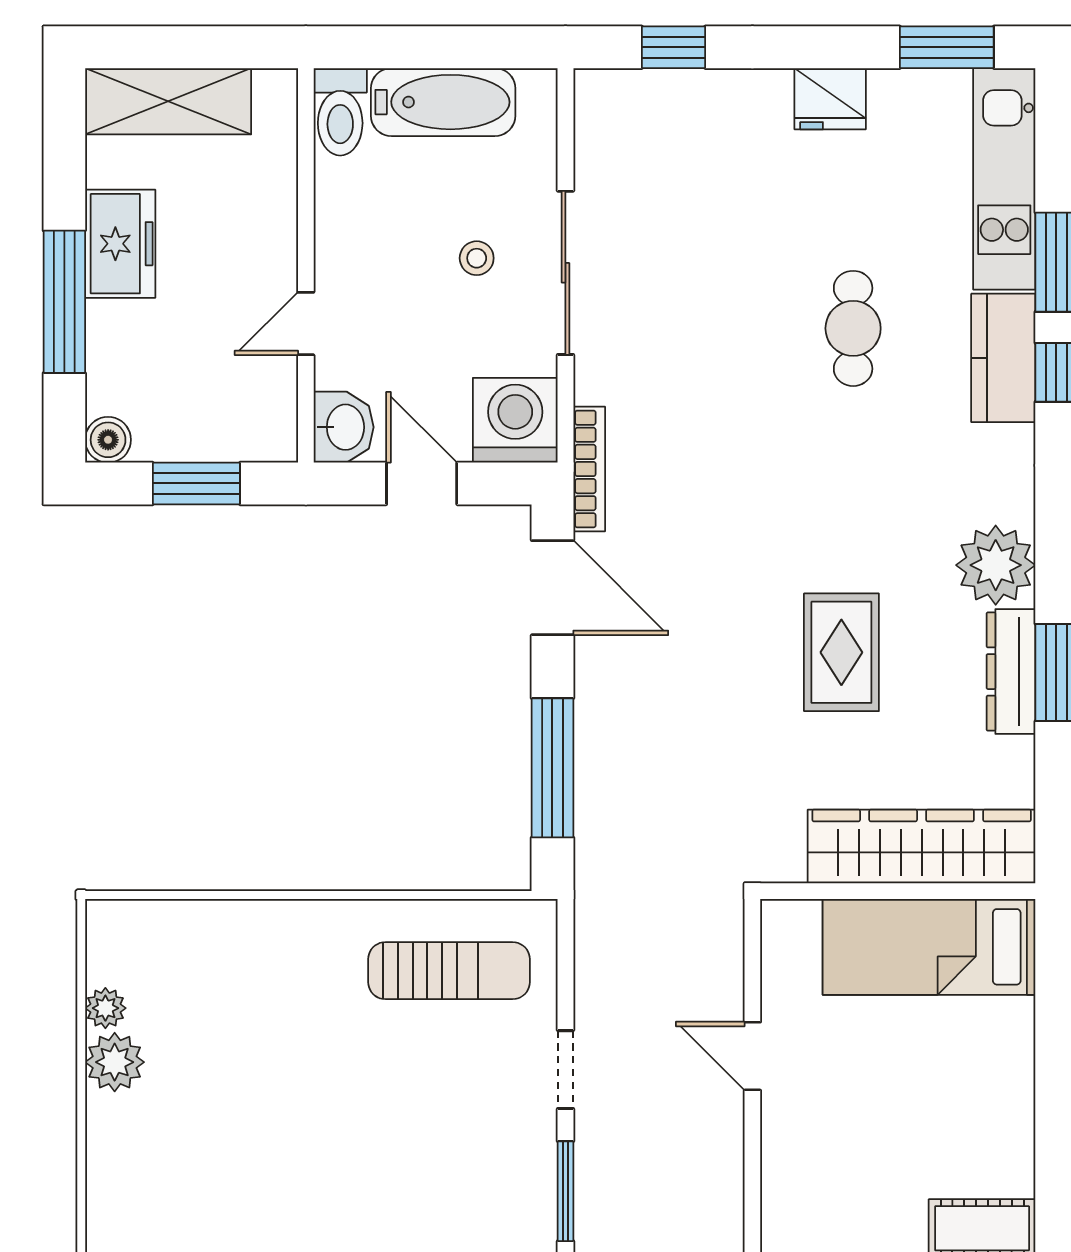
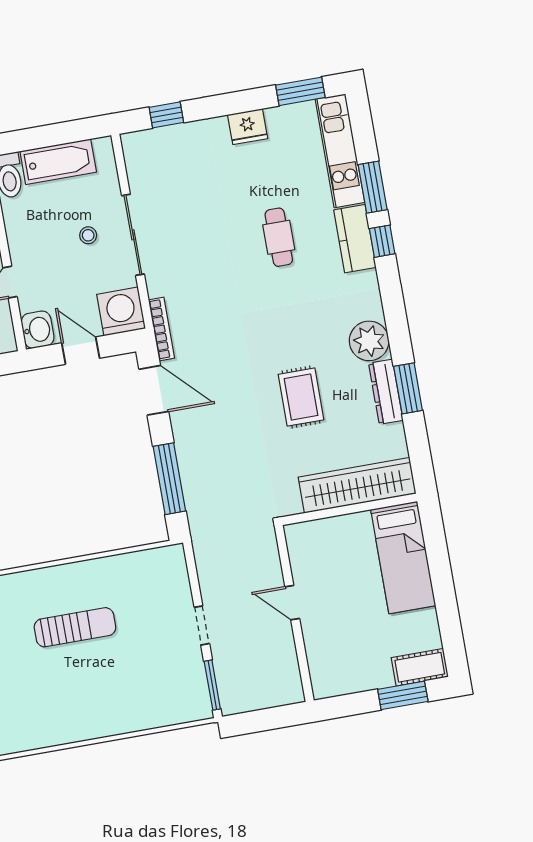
bed: (929, 947) -> (403, 557), moved, turned -90
sun lounger: (449, 971) -> (75, 627), moved

